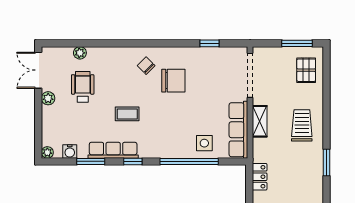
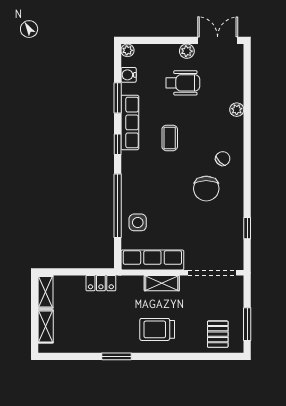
plant: (80, 53) -> (237, 110), moved
pallet: (306, 70) -> (218, 334), turned 90
wheelchair: (83, 87) -> (183, 83), moved
trolley: (302, 125) -> (157, 329), turned 180

